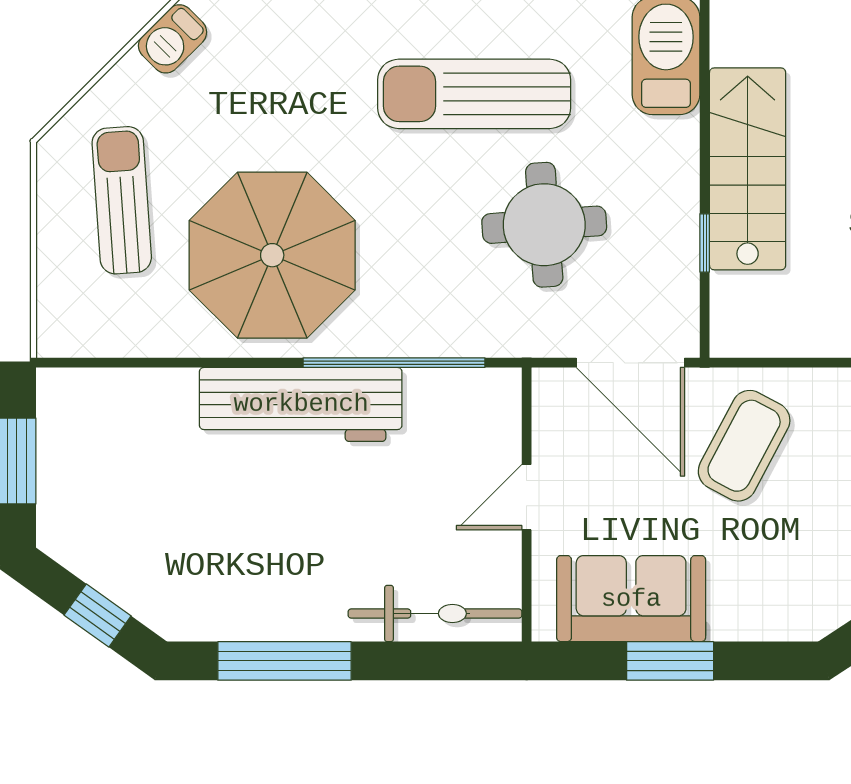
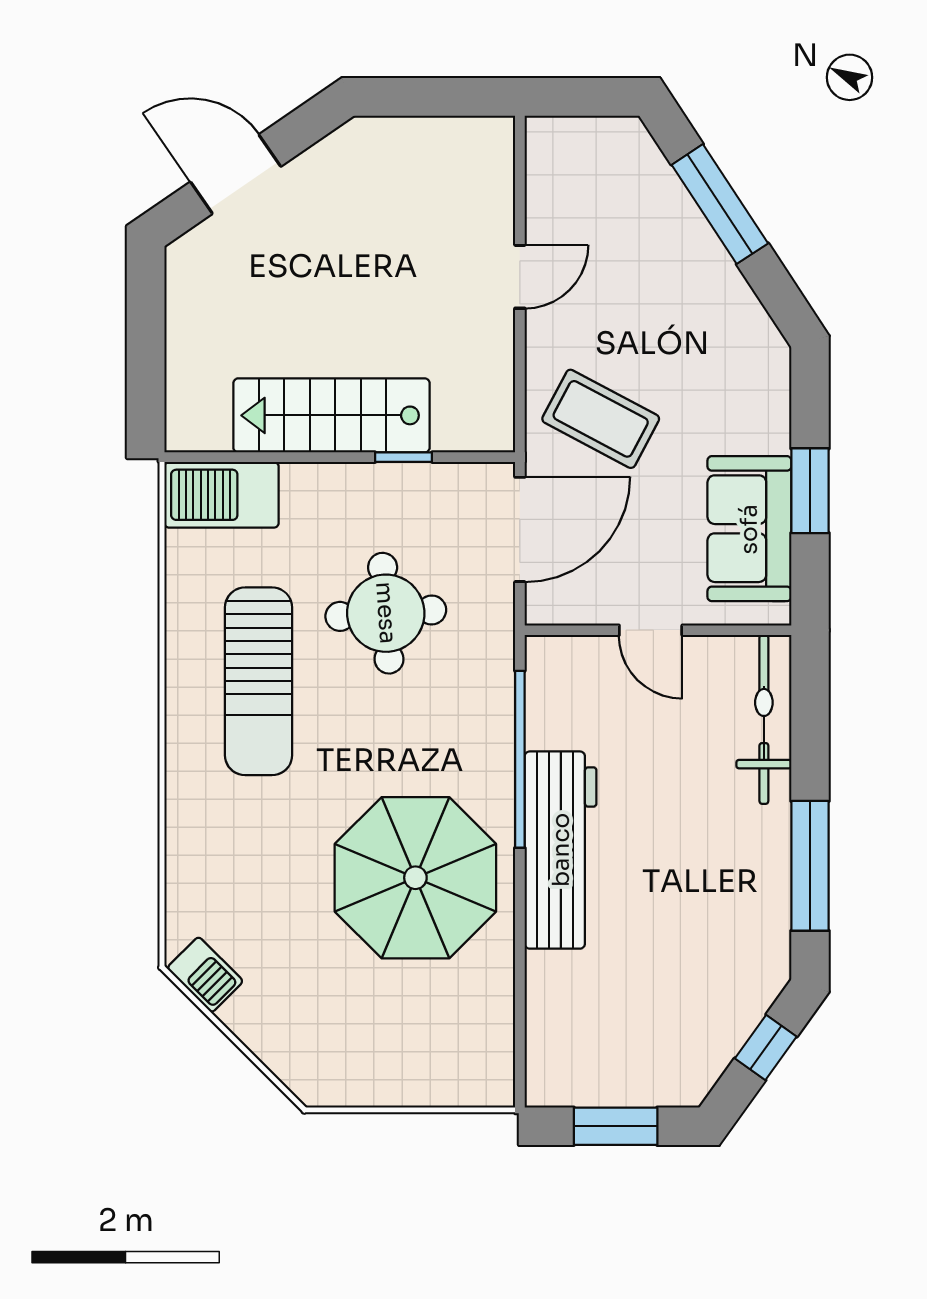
sun lounger: (122, 200) -> (362, 1024), removed

